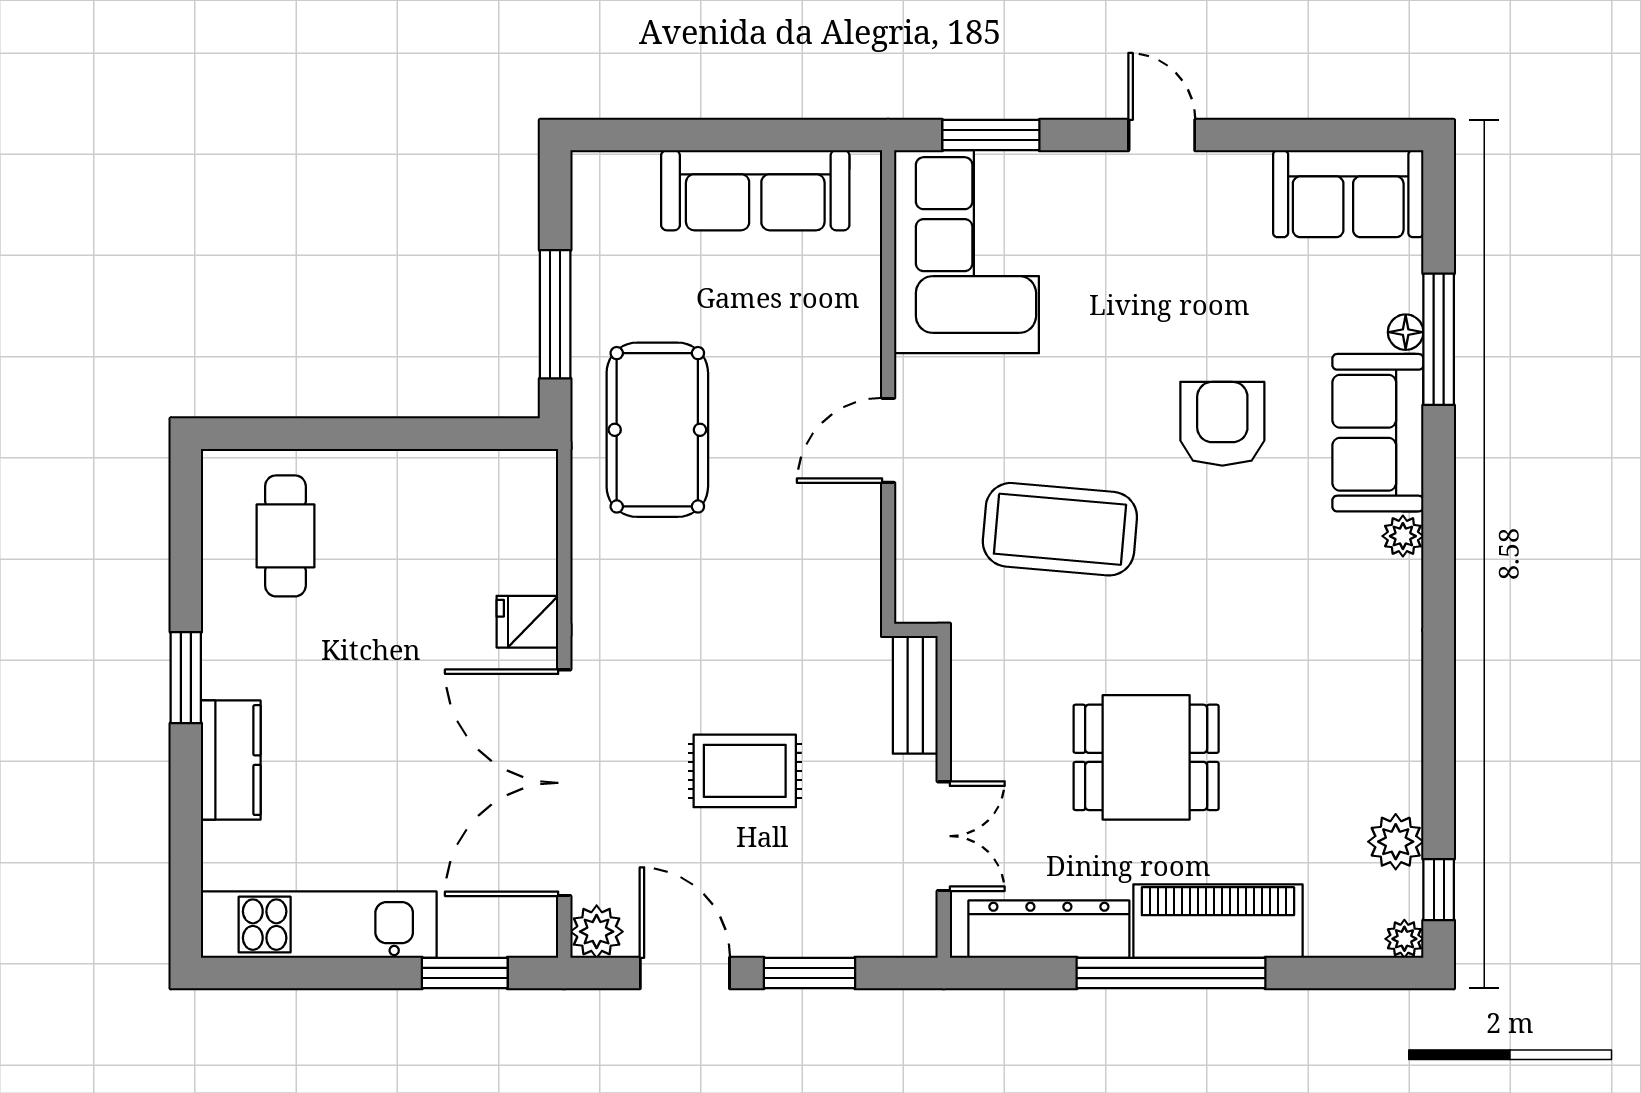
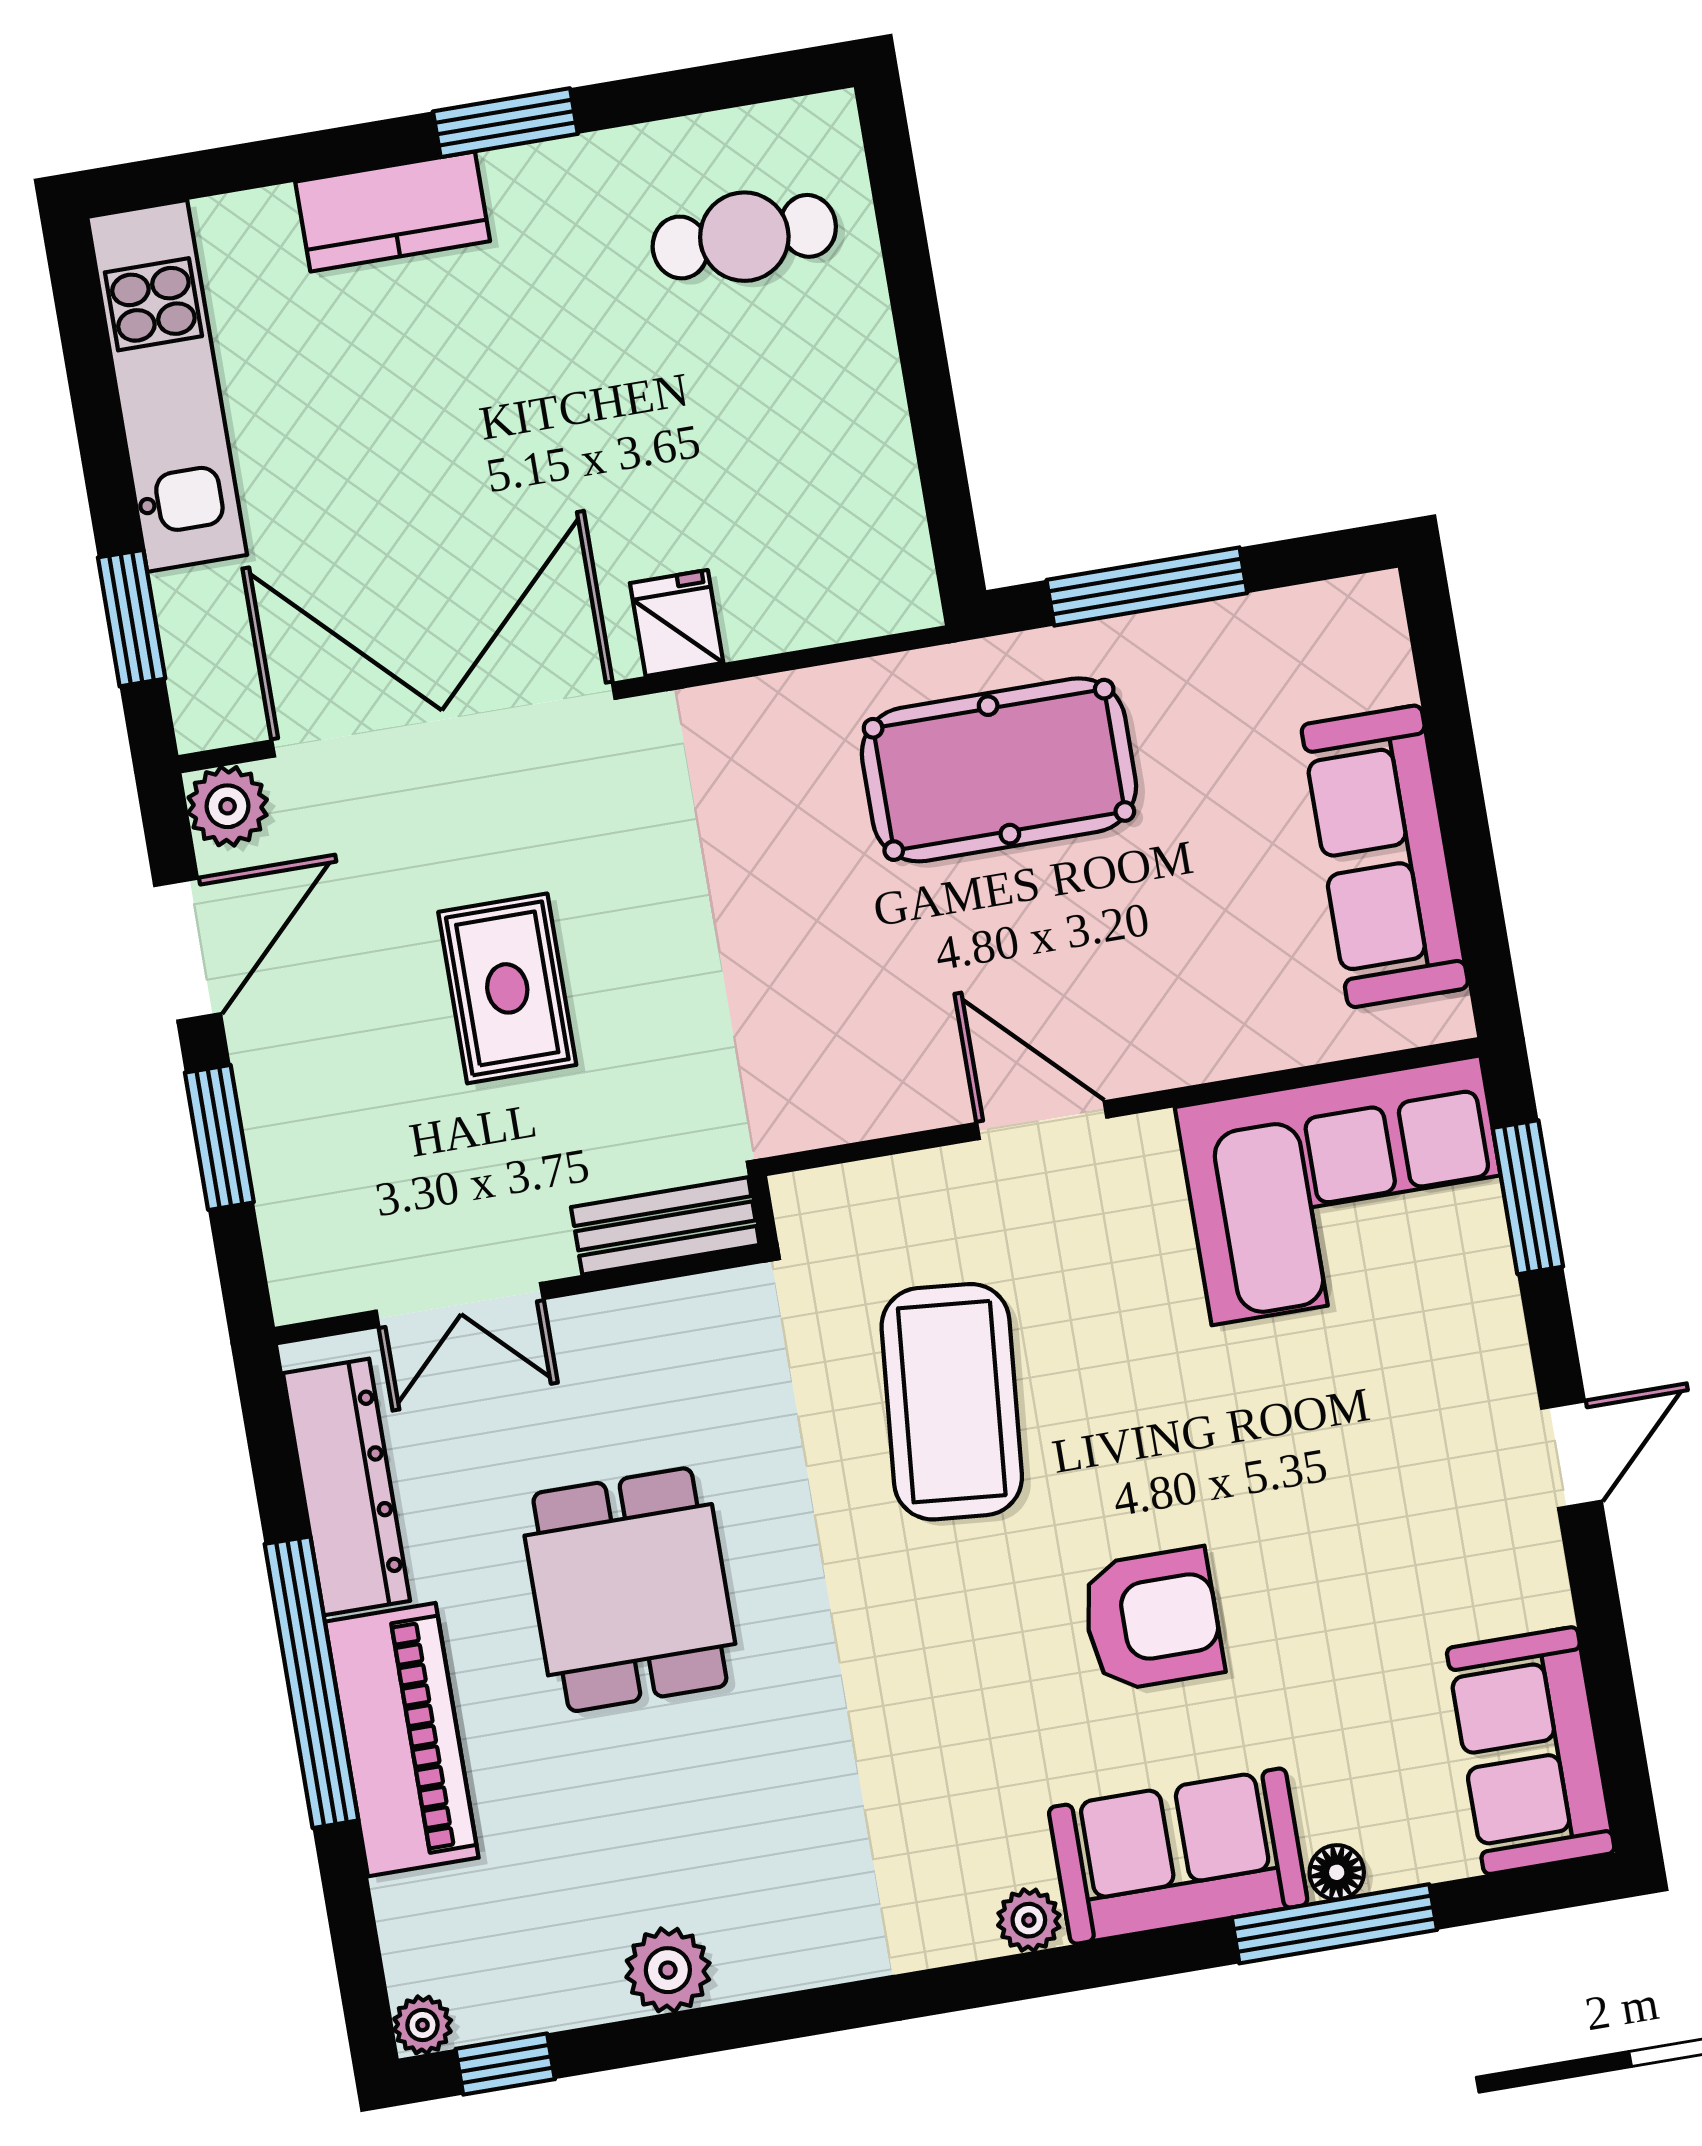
plant: (1396, 842) -> (668, 1970), moved

